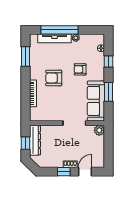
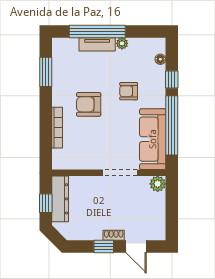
tv unit: (55, 38) -> (97, 44), width x0.71
window: (109, 92) -> (172, 125), width x2.11
door: (85, 172) -> (136, 247), swing flipped

